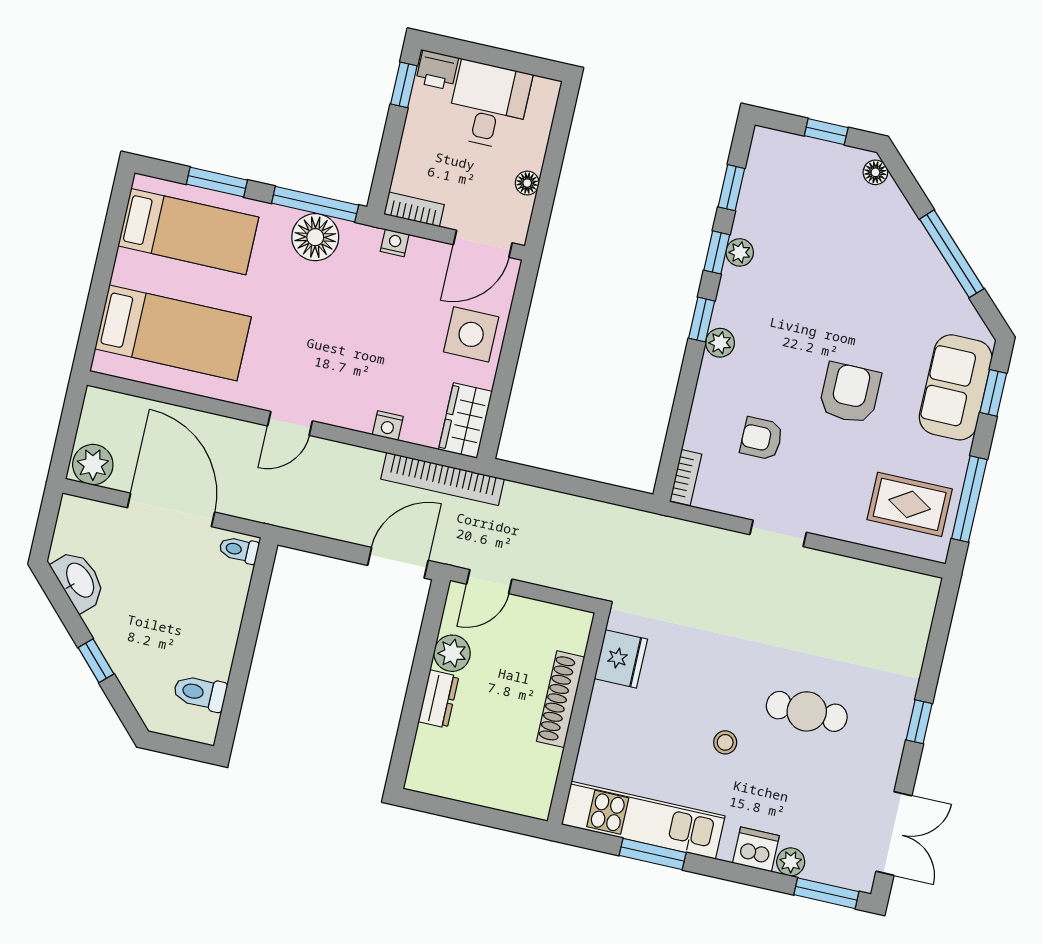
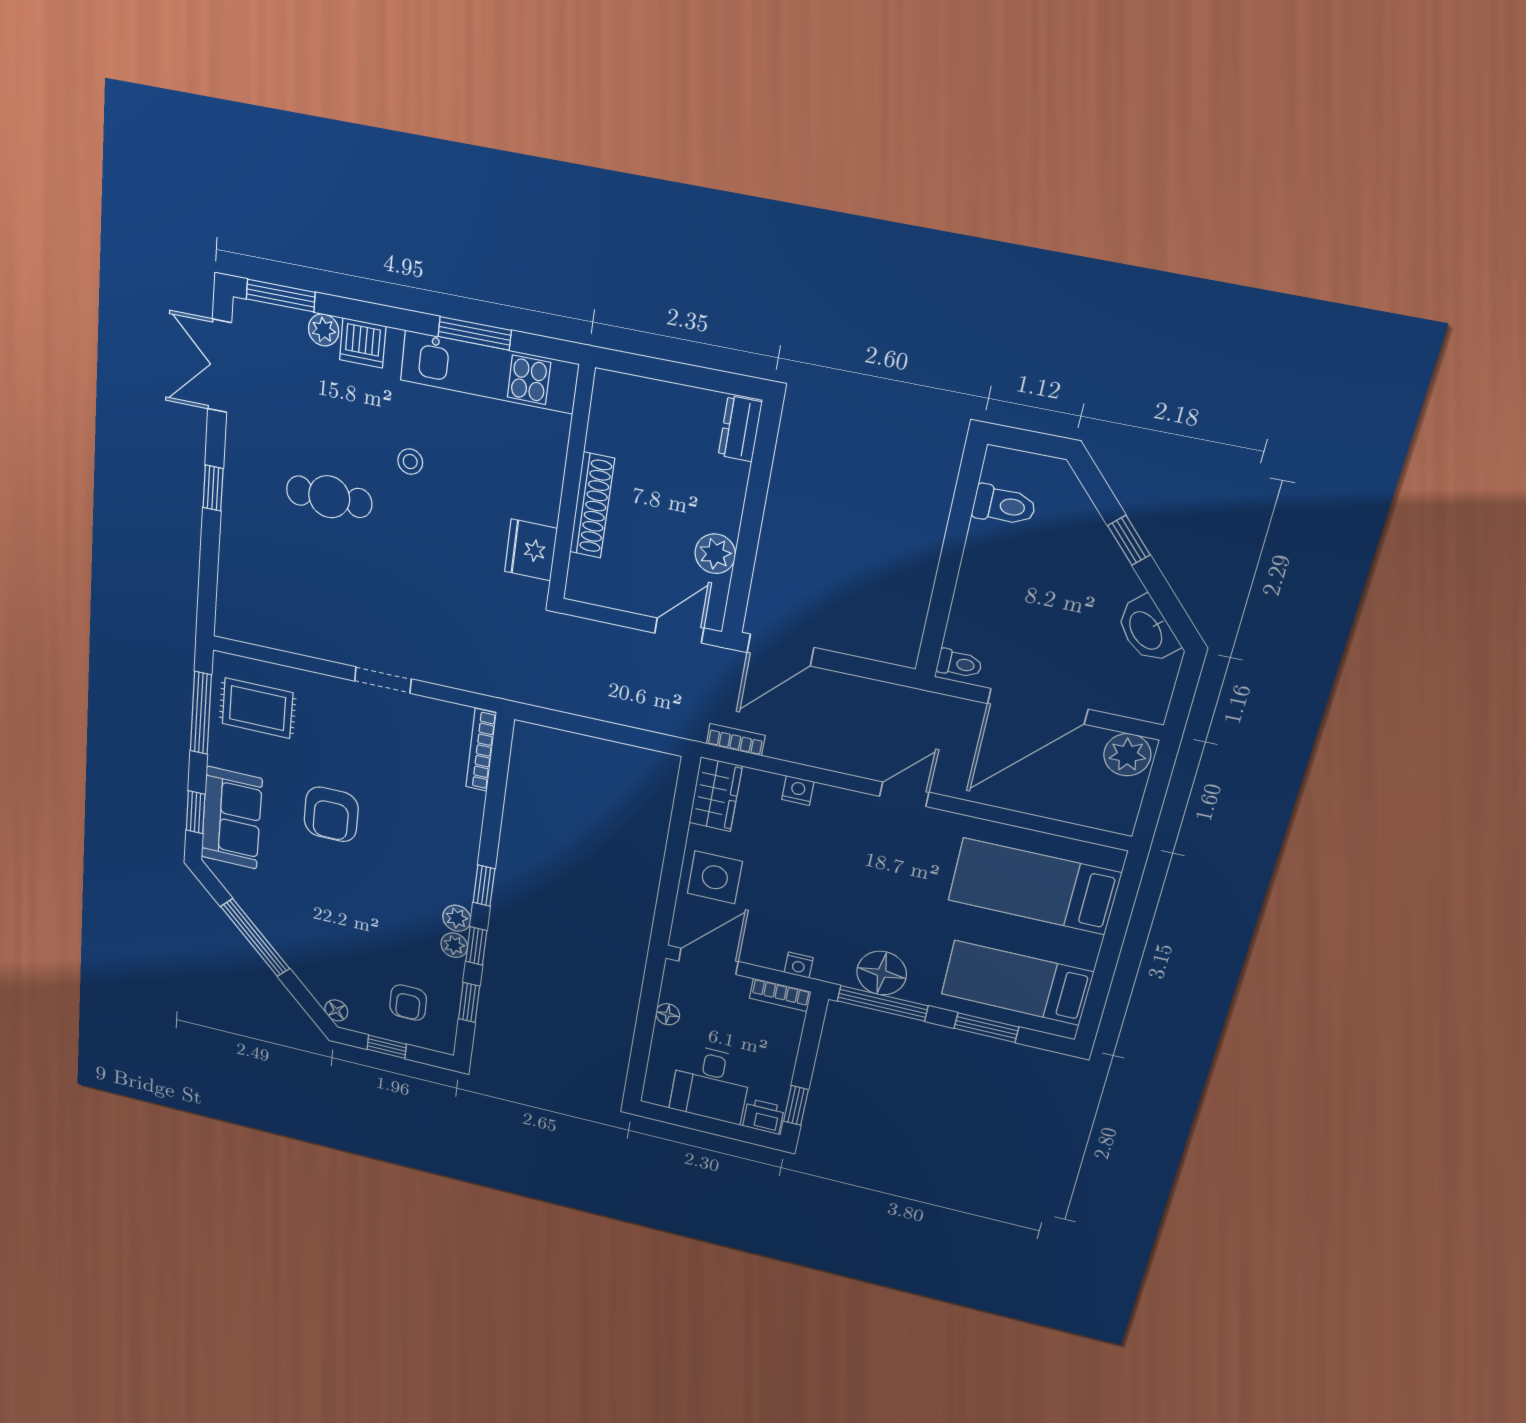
plant: (720, 343) -> (457, 918), moved
armchair: (761, 439) -> (408, 1003), moved, turned 90
bookcase: (686, 477) -> (481, 750), width x1.56
bookcase: (443, 479) -> (736, 740), width x0.43, depth x0.76
door: (171, 510) -> (1038, 706), hinge flipped
dresser: (438, 699) -> (740, 429), moved

